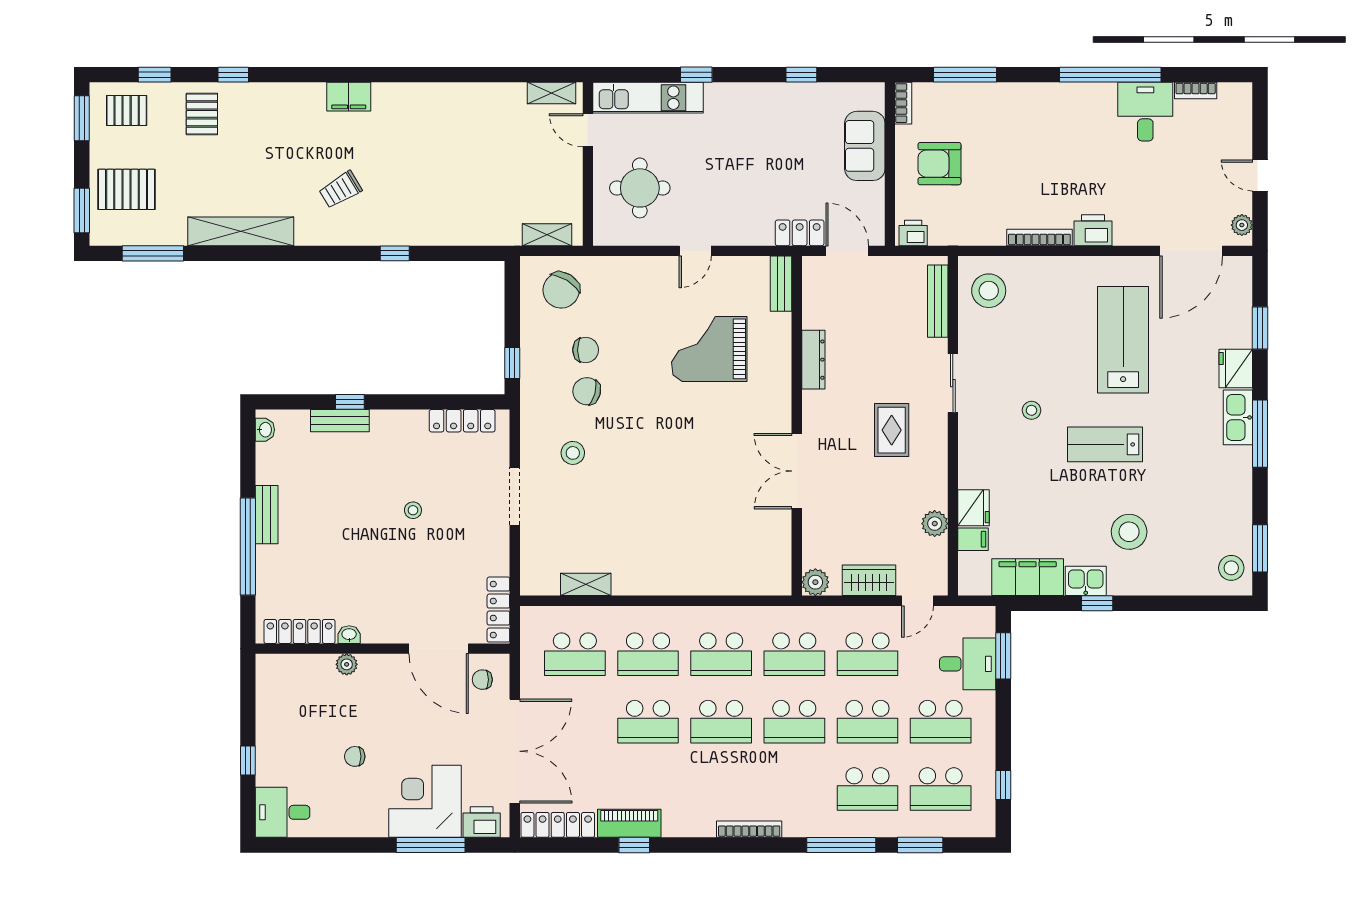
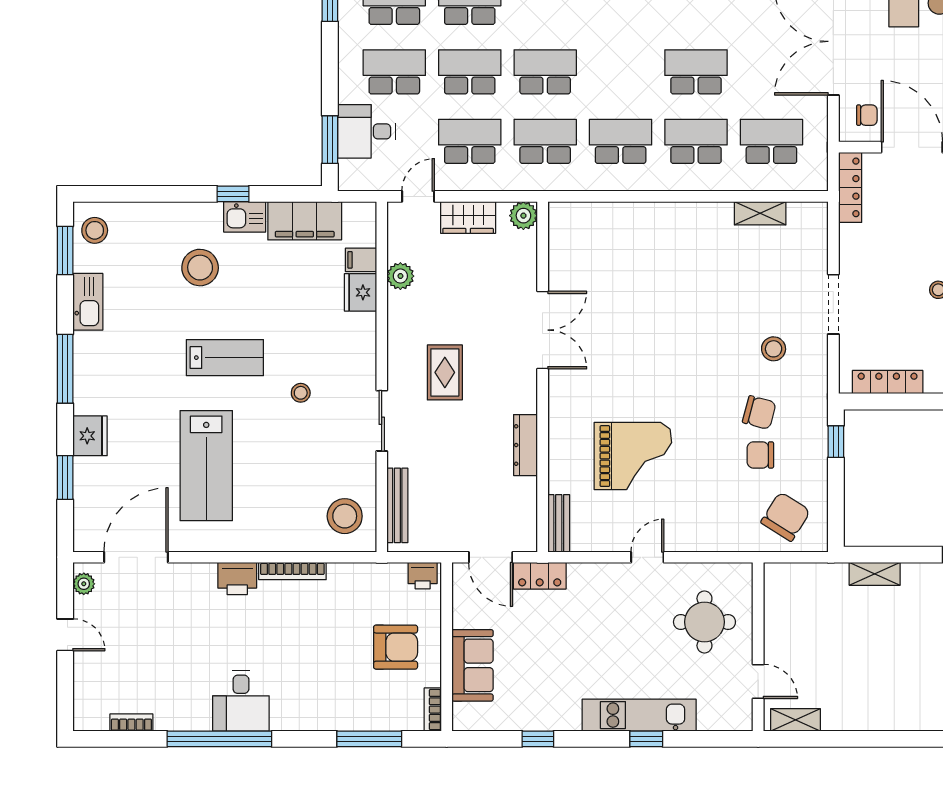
kitchen unit: (648, 98) -> (639, 715), moved
desk: (1145, 112) -> (241, 701), moved
shelving: (547, 235) -> (875, 574), moved
kitchen sink: (1238, 417) -> (88, 302), moved
school desk: (721, 722) -> (621, 72), removed

